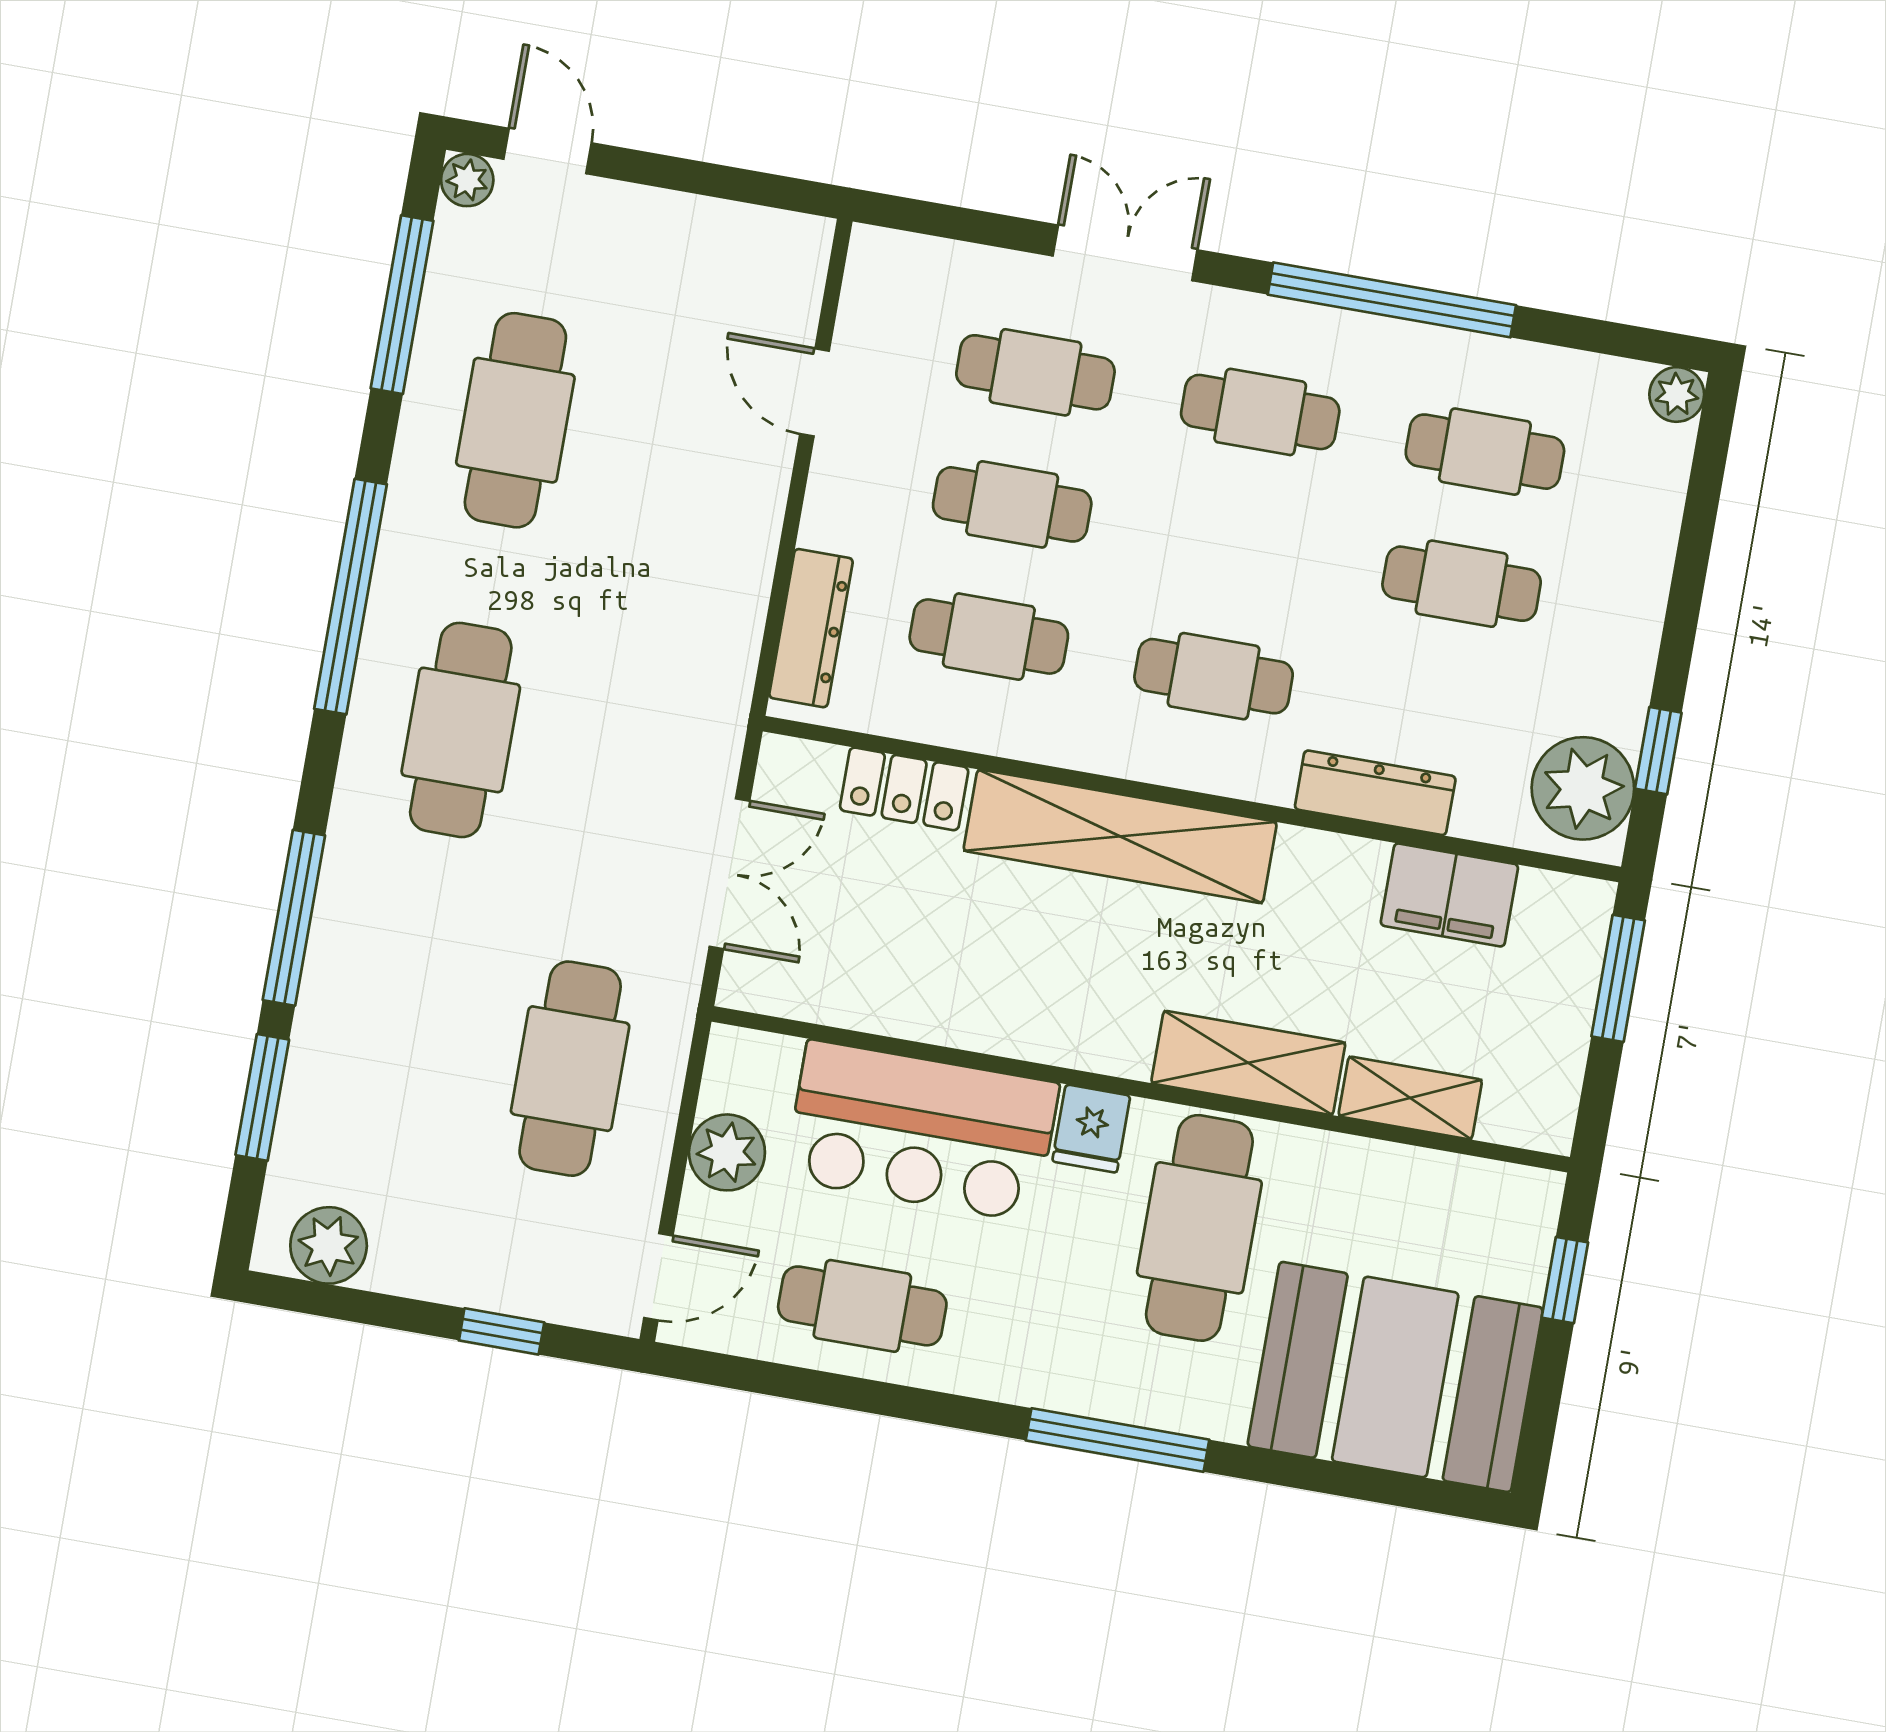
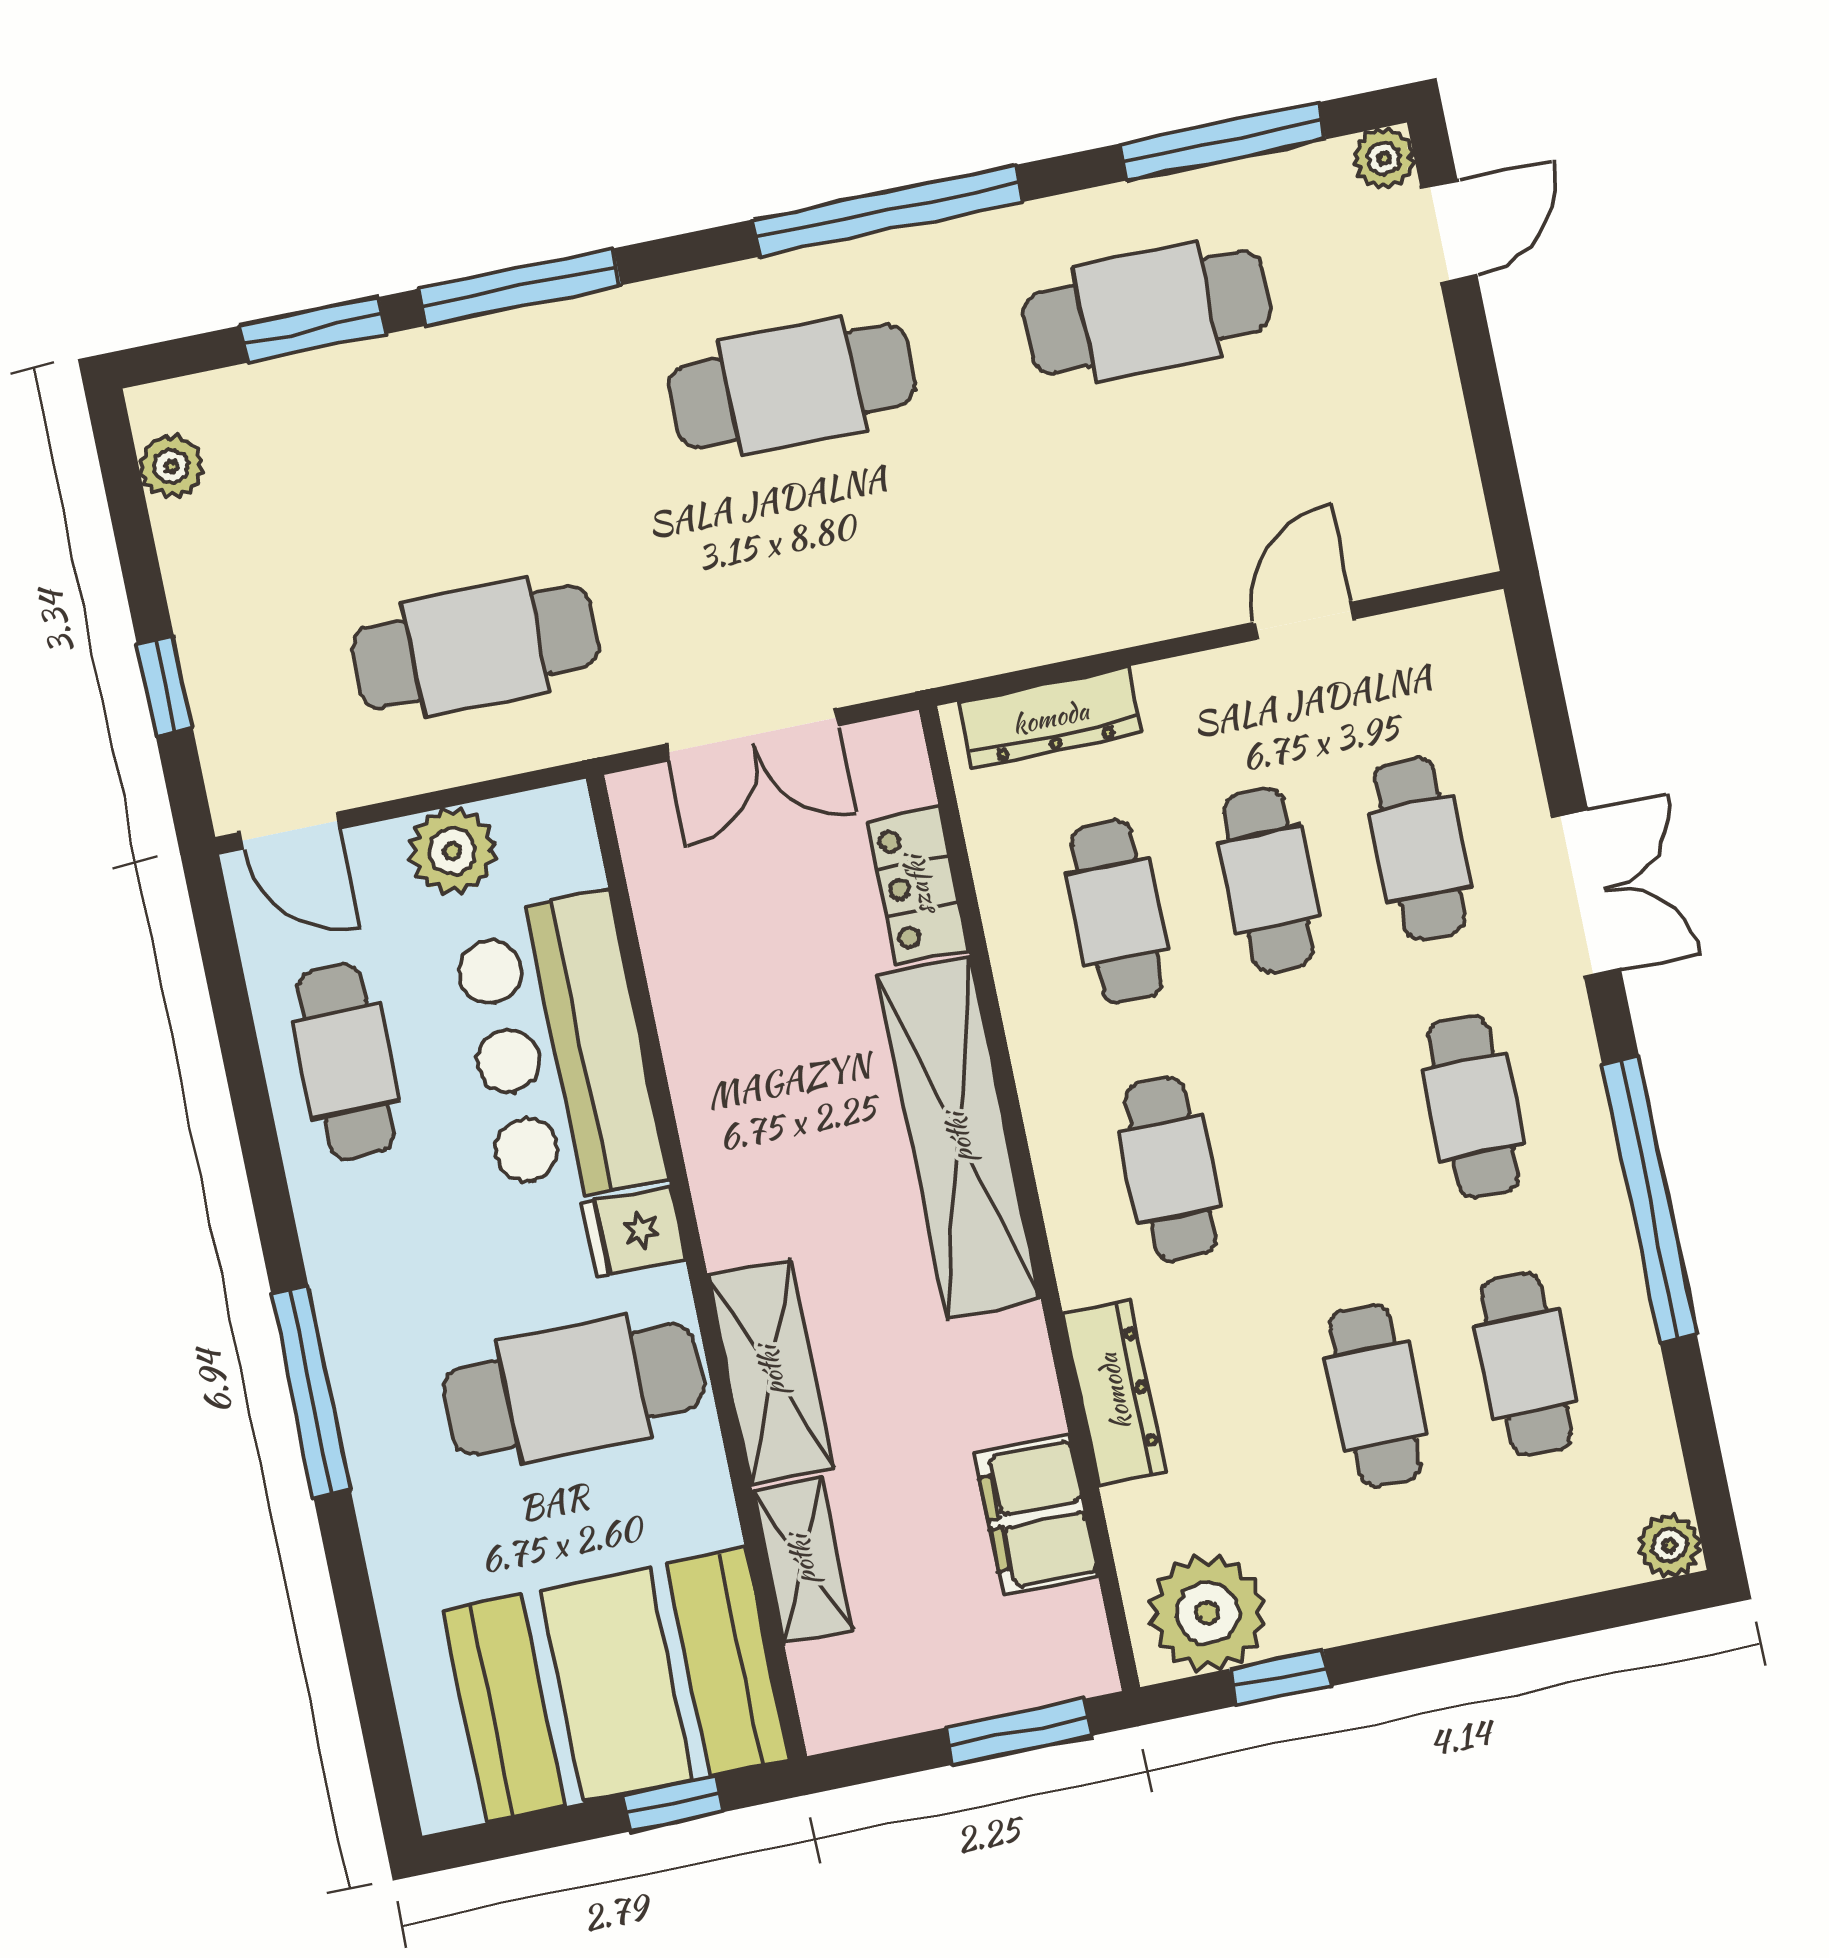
plant: (329, 1245) -> (171, 466), width x0.73, depth x0.73
booth: (1395, 1377) -> (616, 1685), moved, turned 90

